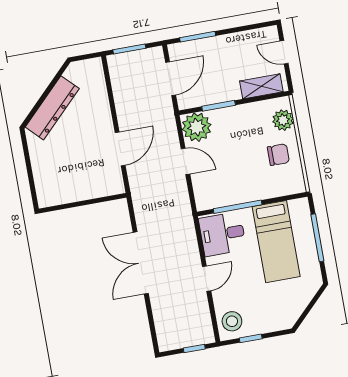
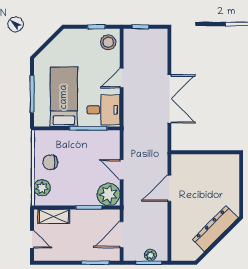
plant: (129, 59) -> (150, 255), added

